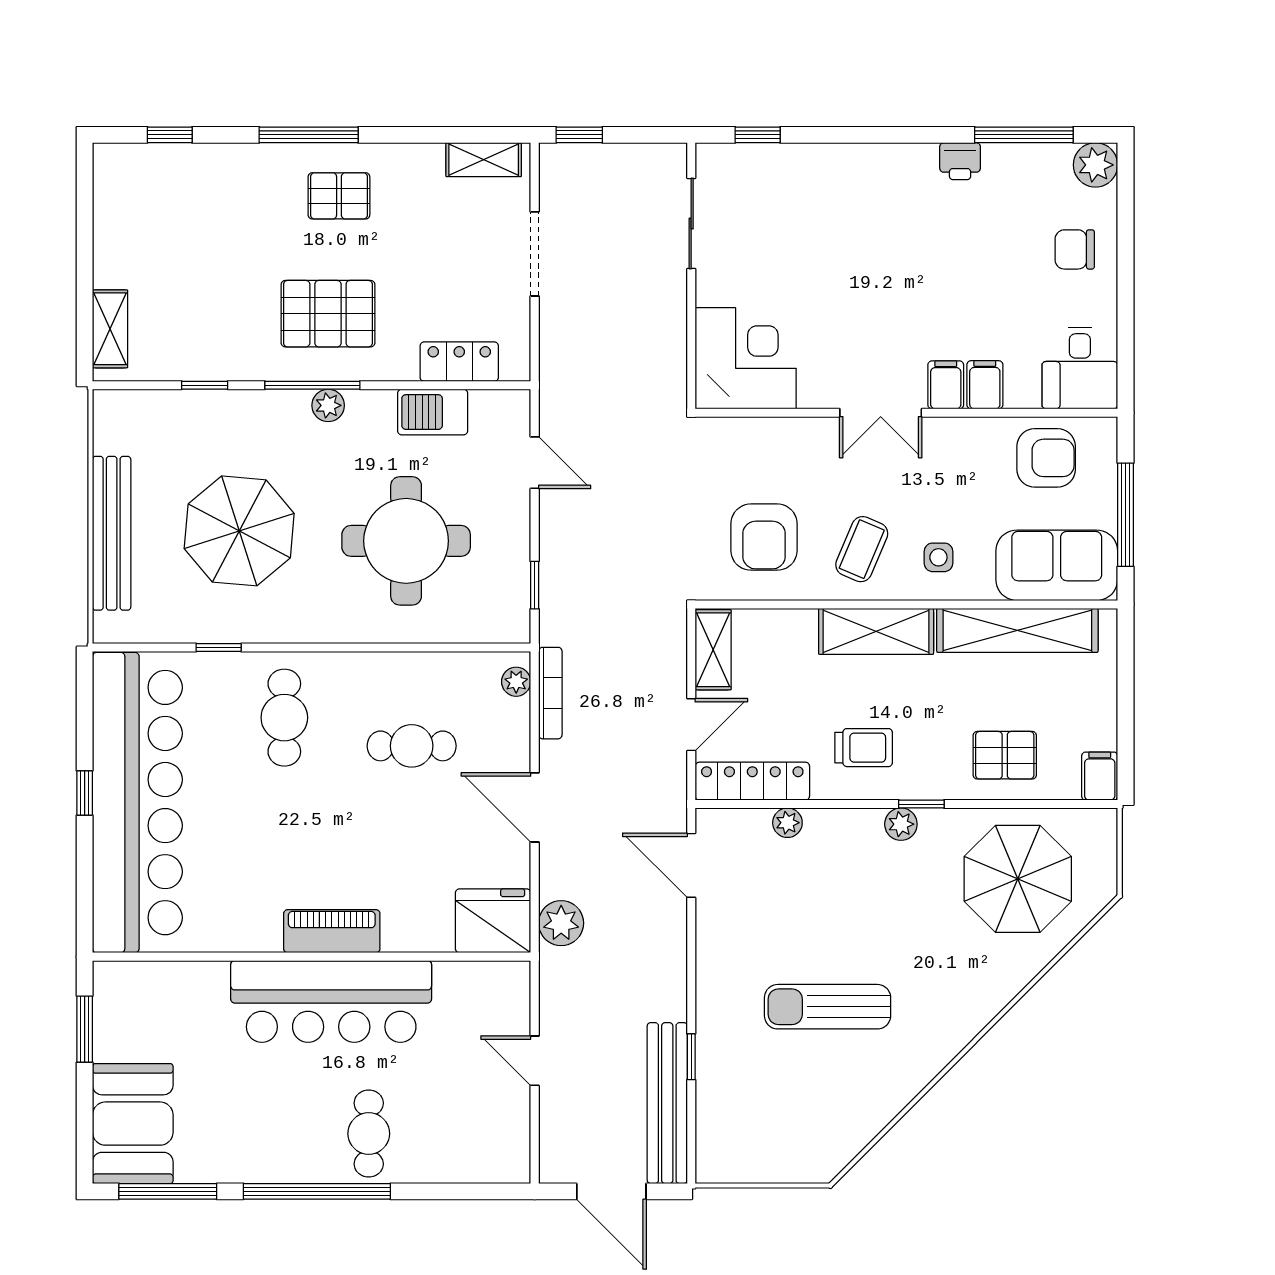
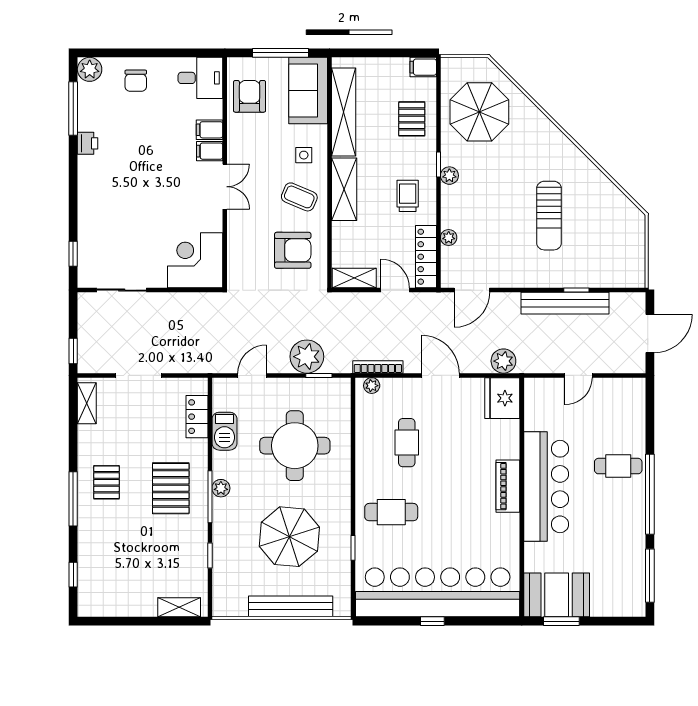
plant: (569, 563) -> (307, 357), added
door: (535, 807) -> (440, 375), swing flipped
bench: (667, 1103) -> (565, 303), moved
booth: (133, 1124) -> (557, 595), moved

